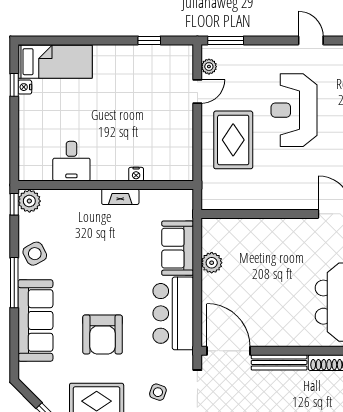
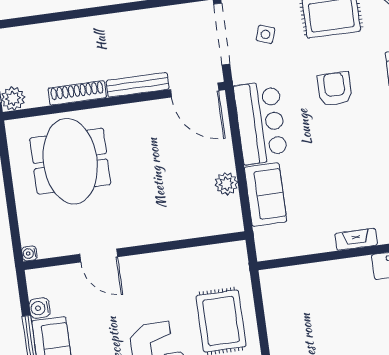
nightstand: (136, 174) -> (322, 269), removed
fireplace: (120, 197) -> (356, 239), moved
armchair: (103, 334) -> (335, 89), width x0.73, depth x0.73

